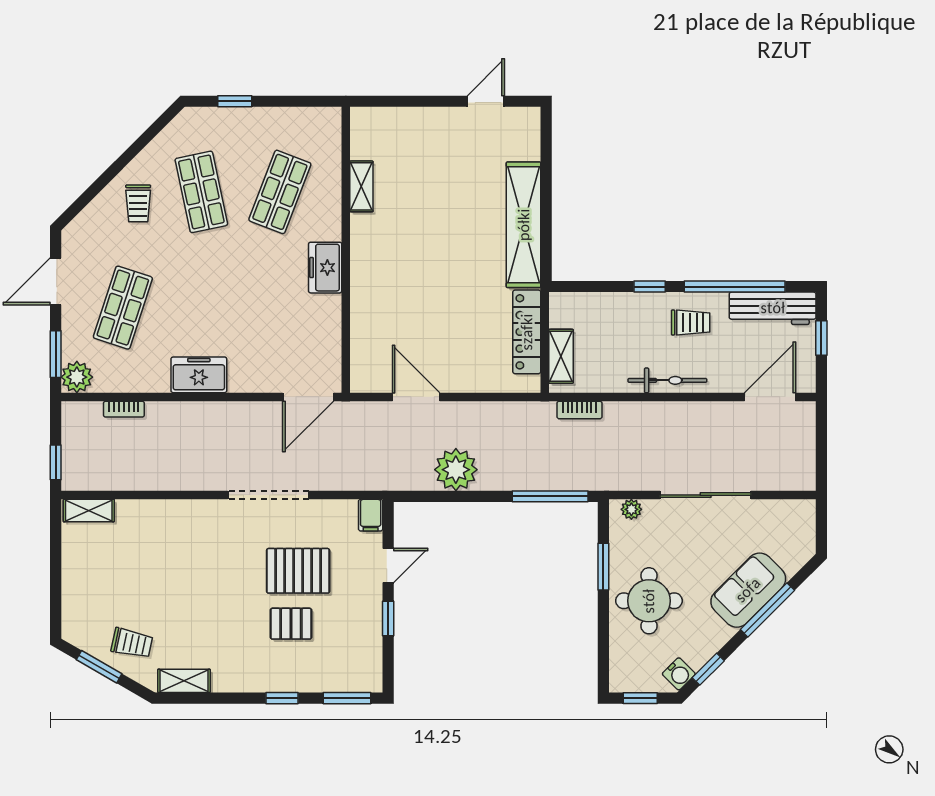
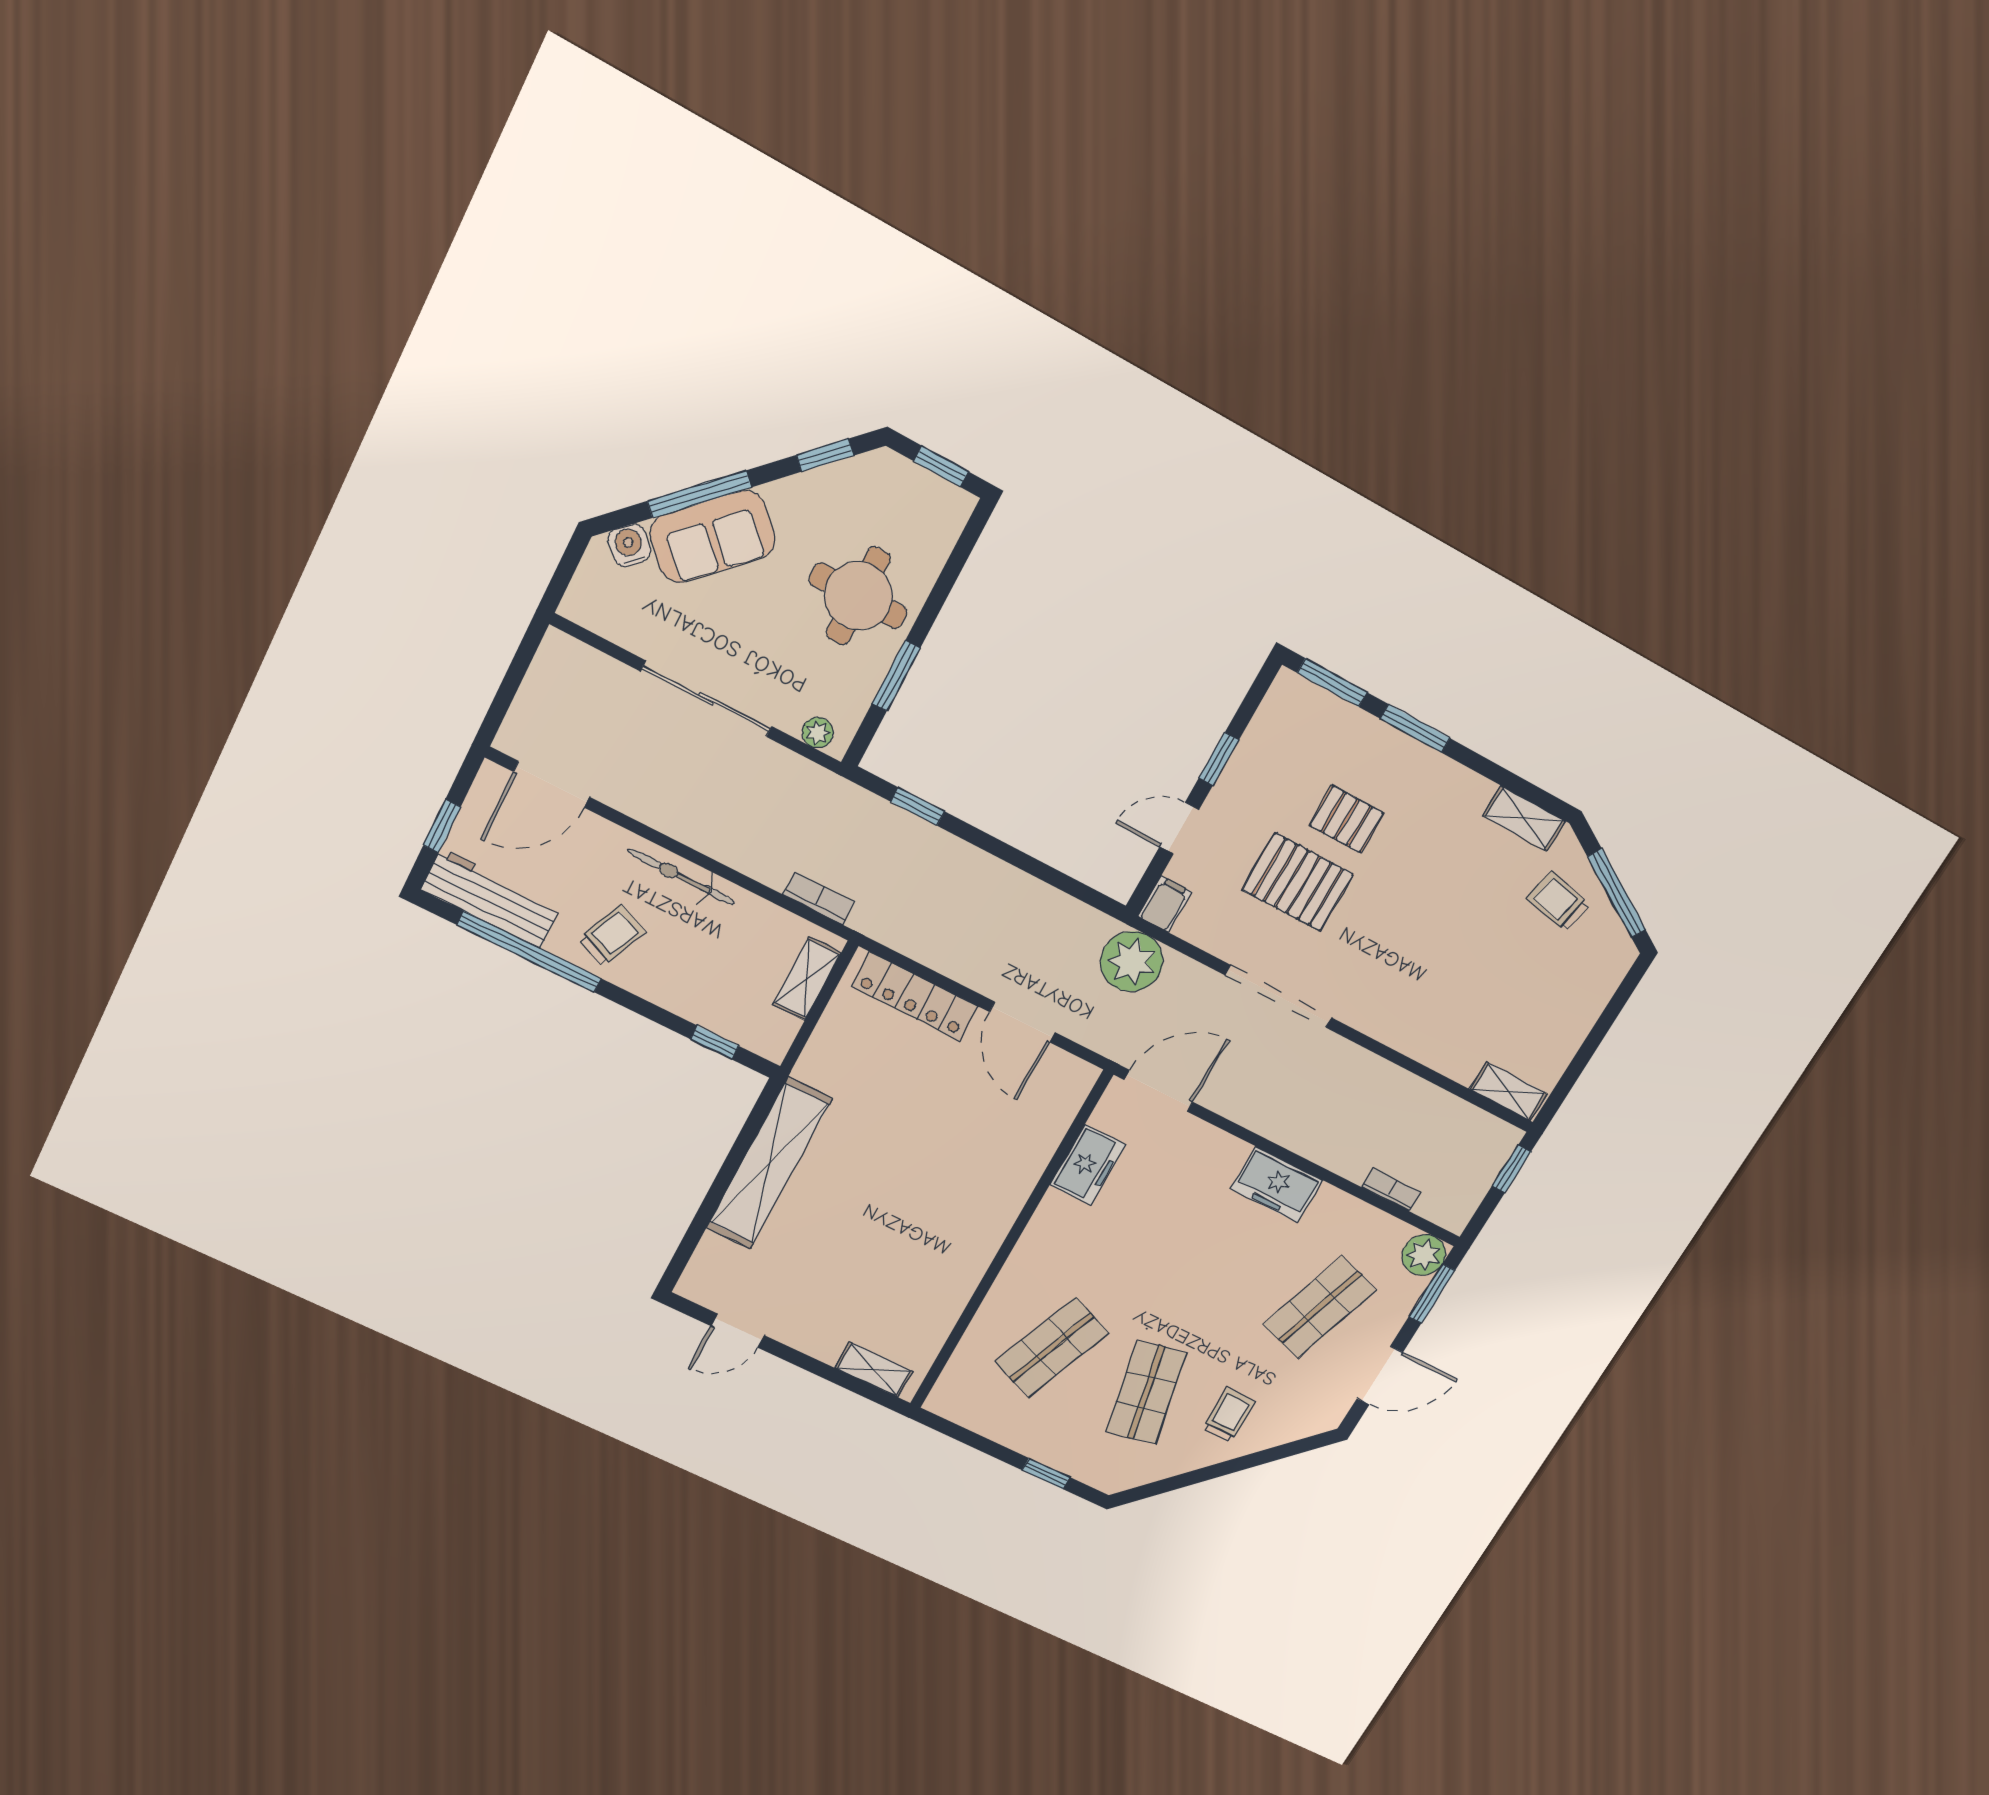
shelving: (361, 186) -> (874, 1370), moved, turned 90
freezer: (325, 268) -> (1088, 1165), moved
window: (650, 287) -> (715, 1042), moved
trolley: (691, 322) -> (612, 935), turned 113
locker: (527, 332) -> (915, 997), moved, turned 90
plant: (456, 470) -> (1132, 961), moved
window: (550, 496) -> (918, 806), width x0.46
window: (99, 667) -> (1617, 893), width x1.44
water cooler: (679, 674) -> (629, 545), moved
window: (282, 698) -> (1415, 728), width x1.50

